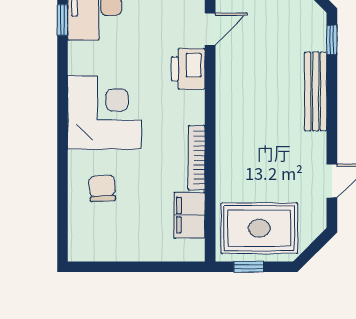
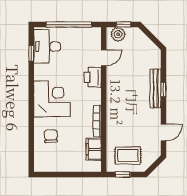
window: (332, 40) -> (163, 89), moved
rug: (259, 228) -> (128, 156), width x0.73, depth x0.70

